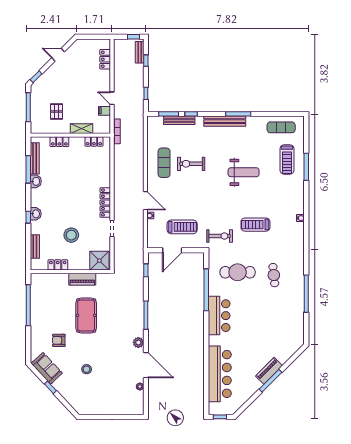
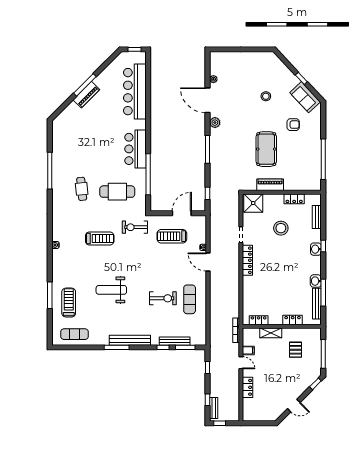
locker: (105, 59) -> (247, 387), moved

